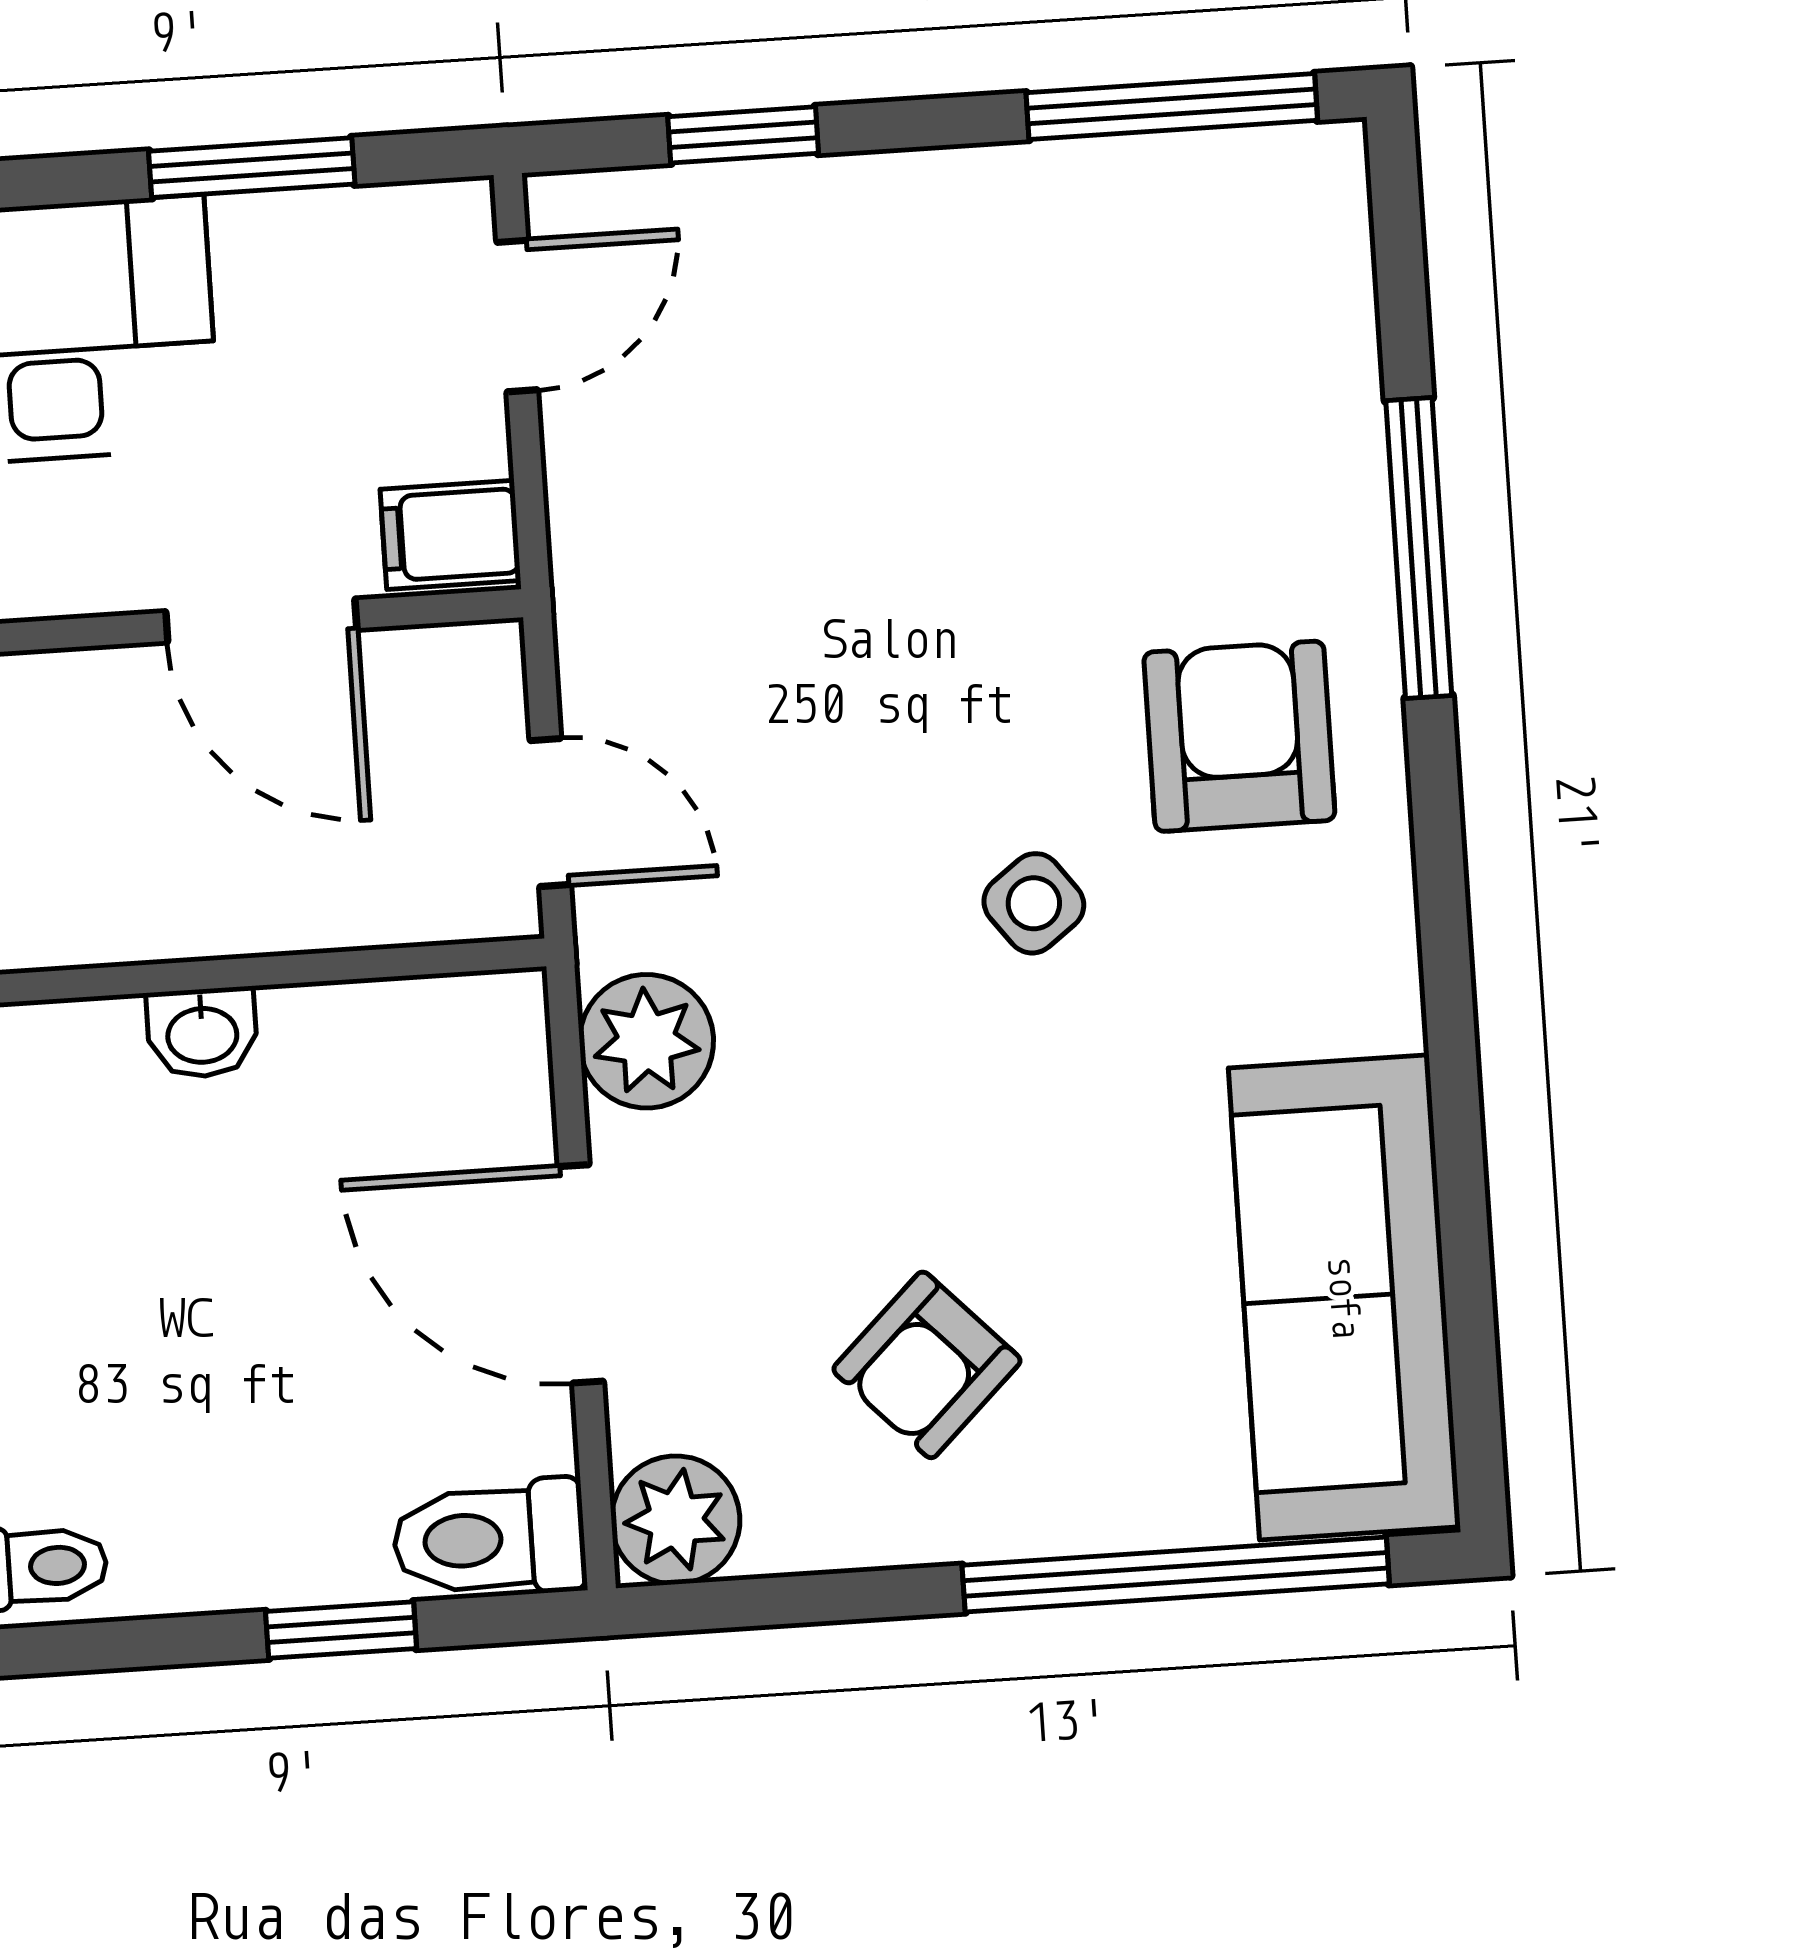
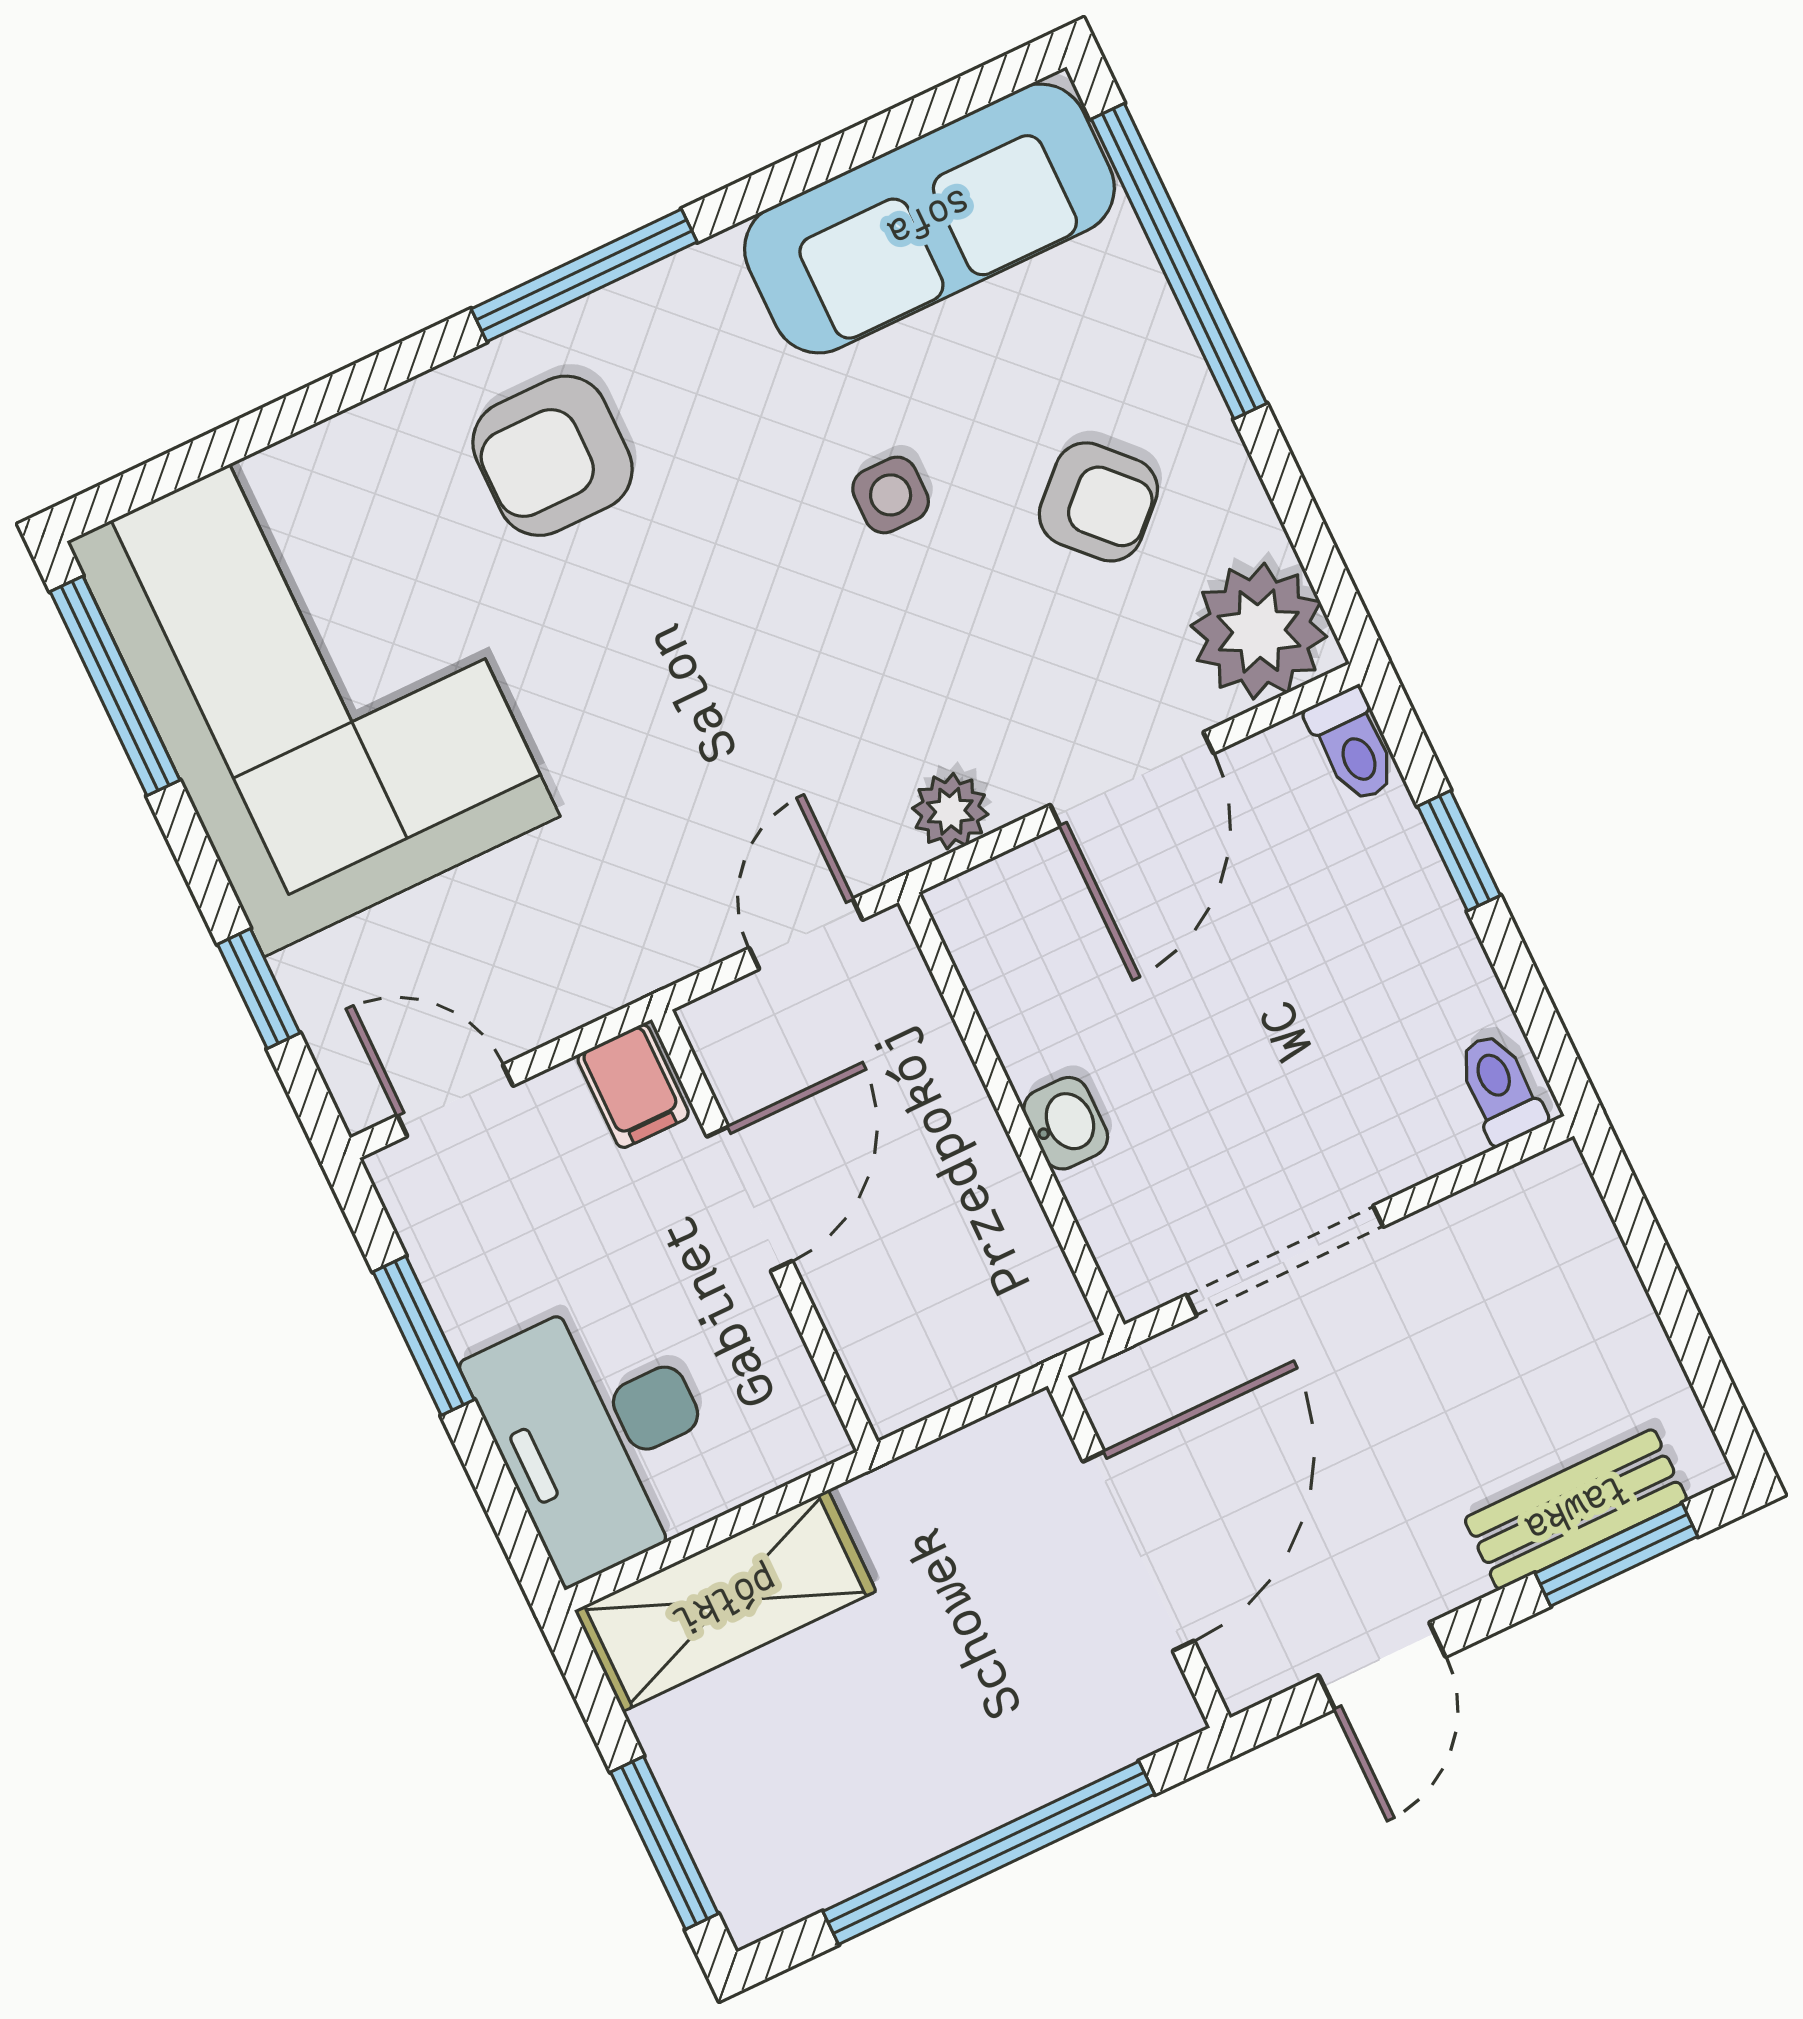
corner sofa: (1086, 346) -> (313, 679), added
window: (1419, 548) -> (584, 275), moved
side table: (1034, 903) -> (891, 495), moved, turned 37
plant: (647, 1041) -> (950, 811), width x0.73, depth x0.73
plant: (676, 1520) -> (1259, 631), width x1.36, depth x1.36
toilet: (489, 1539) -> (1353, 746), width x0.73, depth x0.72

